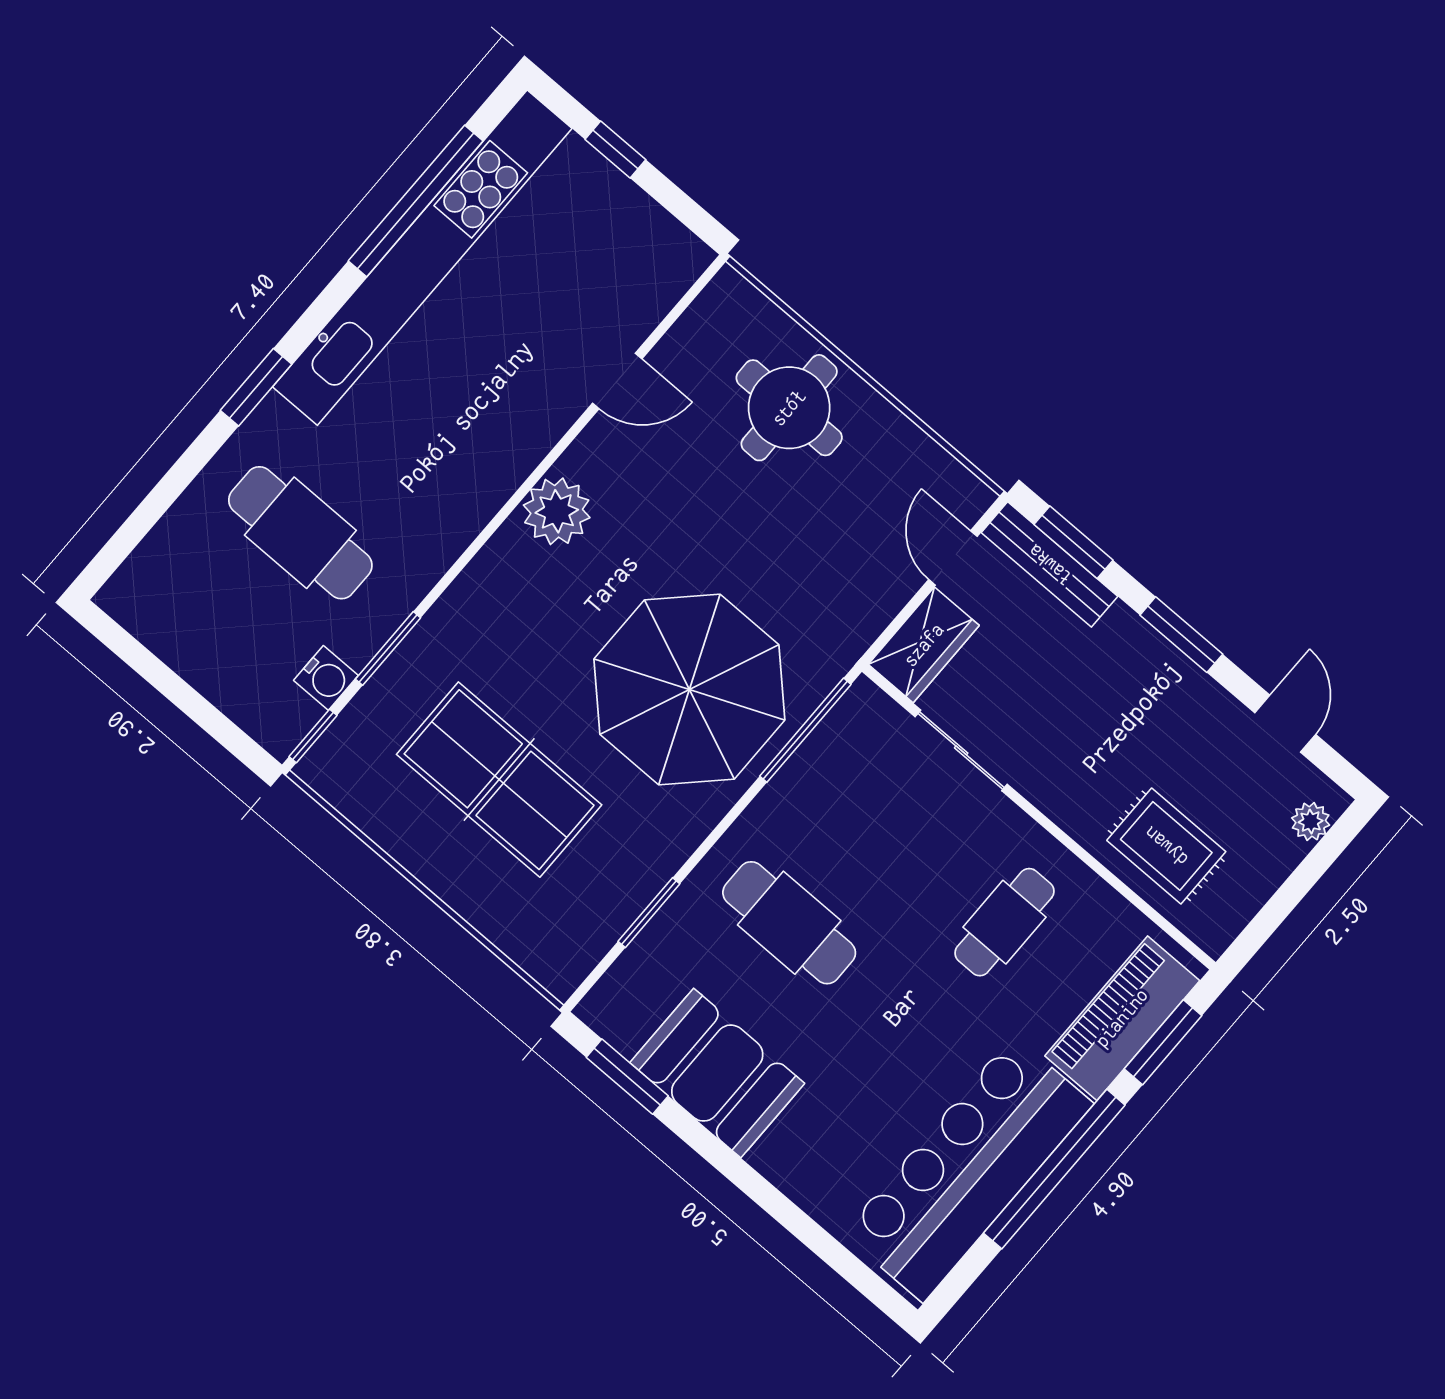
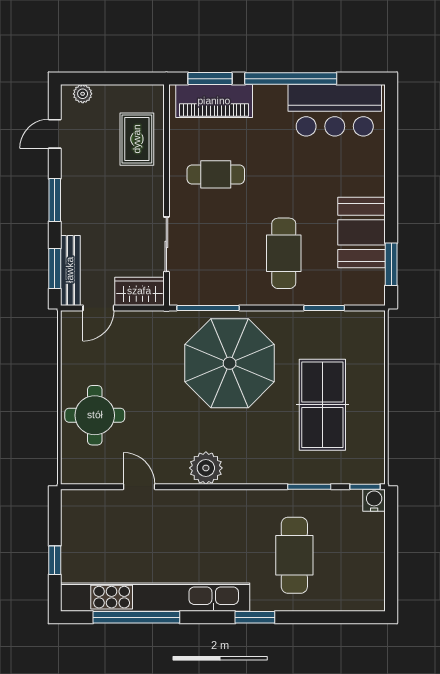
water cooler: (326, 678) -> (374, 500), moved
bar counter: (968, 1169) -> (335, 110), width x0.73

